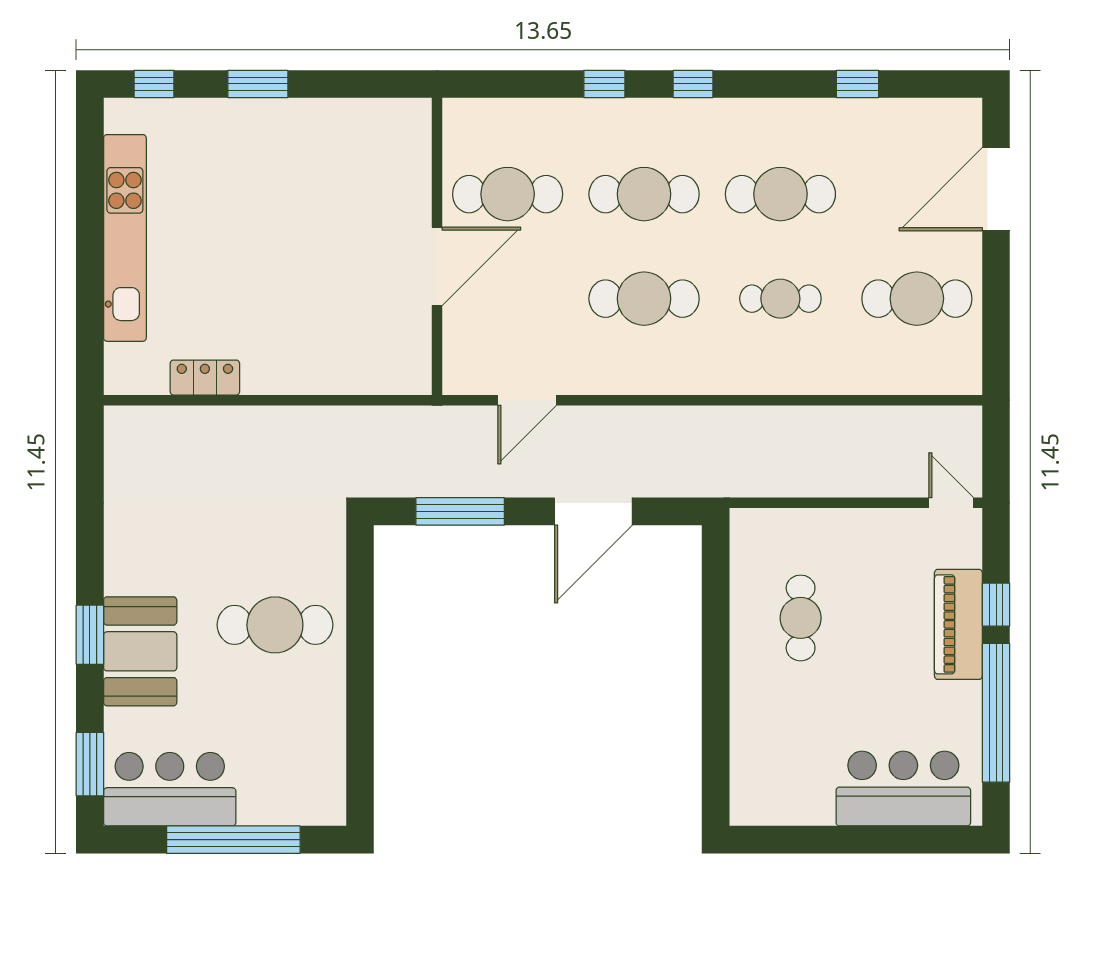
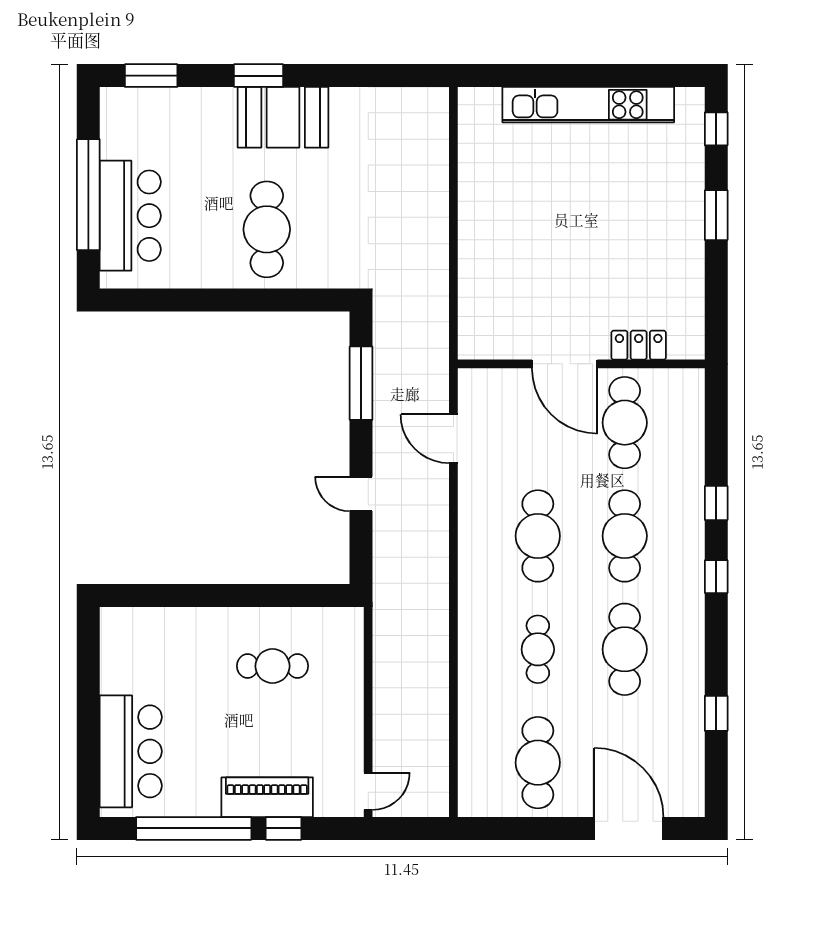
locker: (205, 378) -> (639, 345), moved, turned -90
door: (594, 511) -> (361, 494), width x0.53
booth: (140, 651) -> (283, 117), moved
bar counter: (170, 789) -> (130, 216), moved

